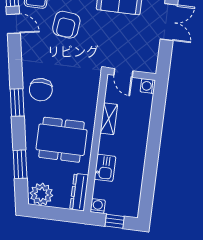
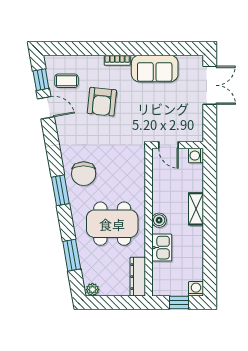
shelving: (109, 119) -> (196, 209), moved
boiler: (106, 142) -> (159, 220), added
plant: (41, 194) -> (92, 290), width x0.53, depth x0.53
washing machine: (98, 206) -> (196, 289), moved

